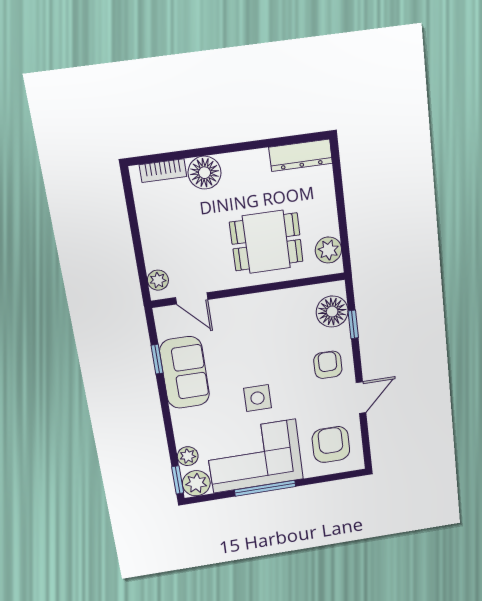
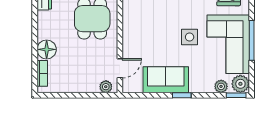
window: (157, 359) -> (182, 95), moved

